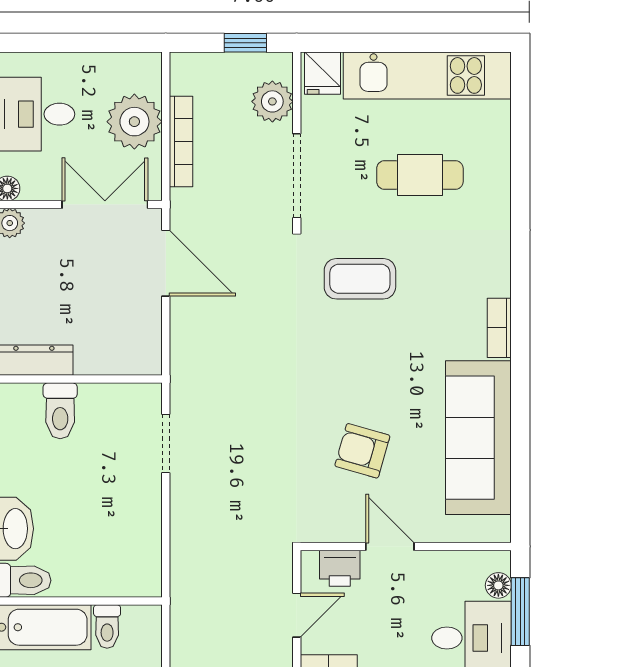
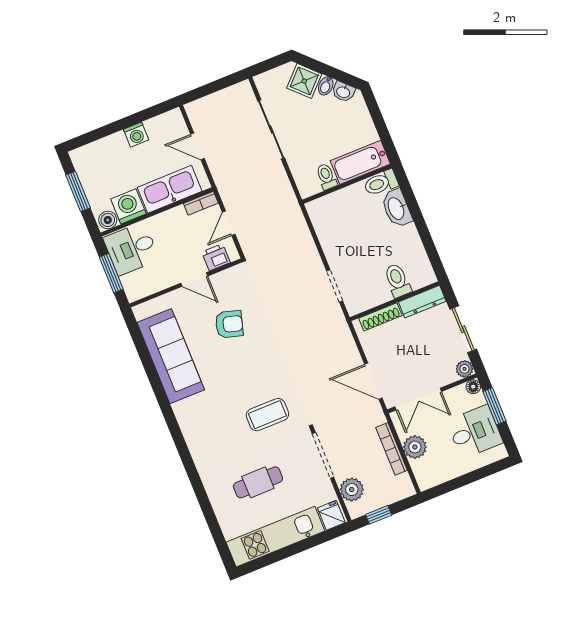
plant: (134, 122) -> (415, 447), width x0.73, depth x0.73
bookcase: (499, 328) -> (183, 419), removed
shoe rack: (112, 363) -> (380, 317), added
floor lamp: (498, 585) -> (128, 282), removed

